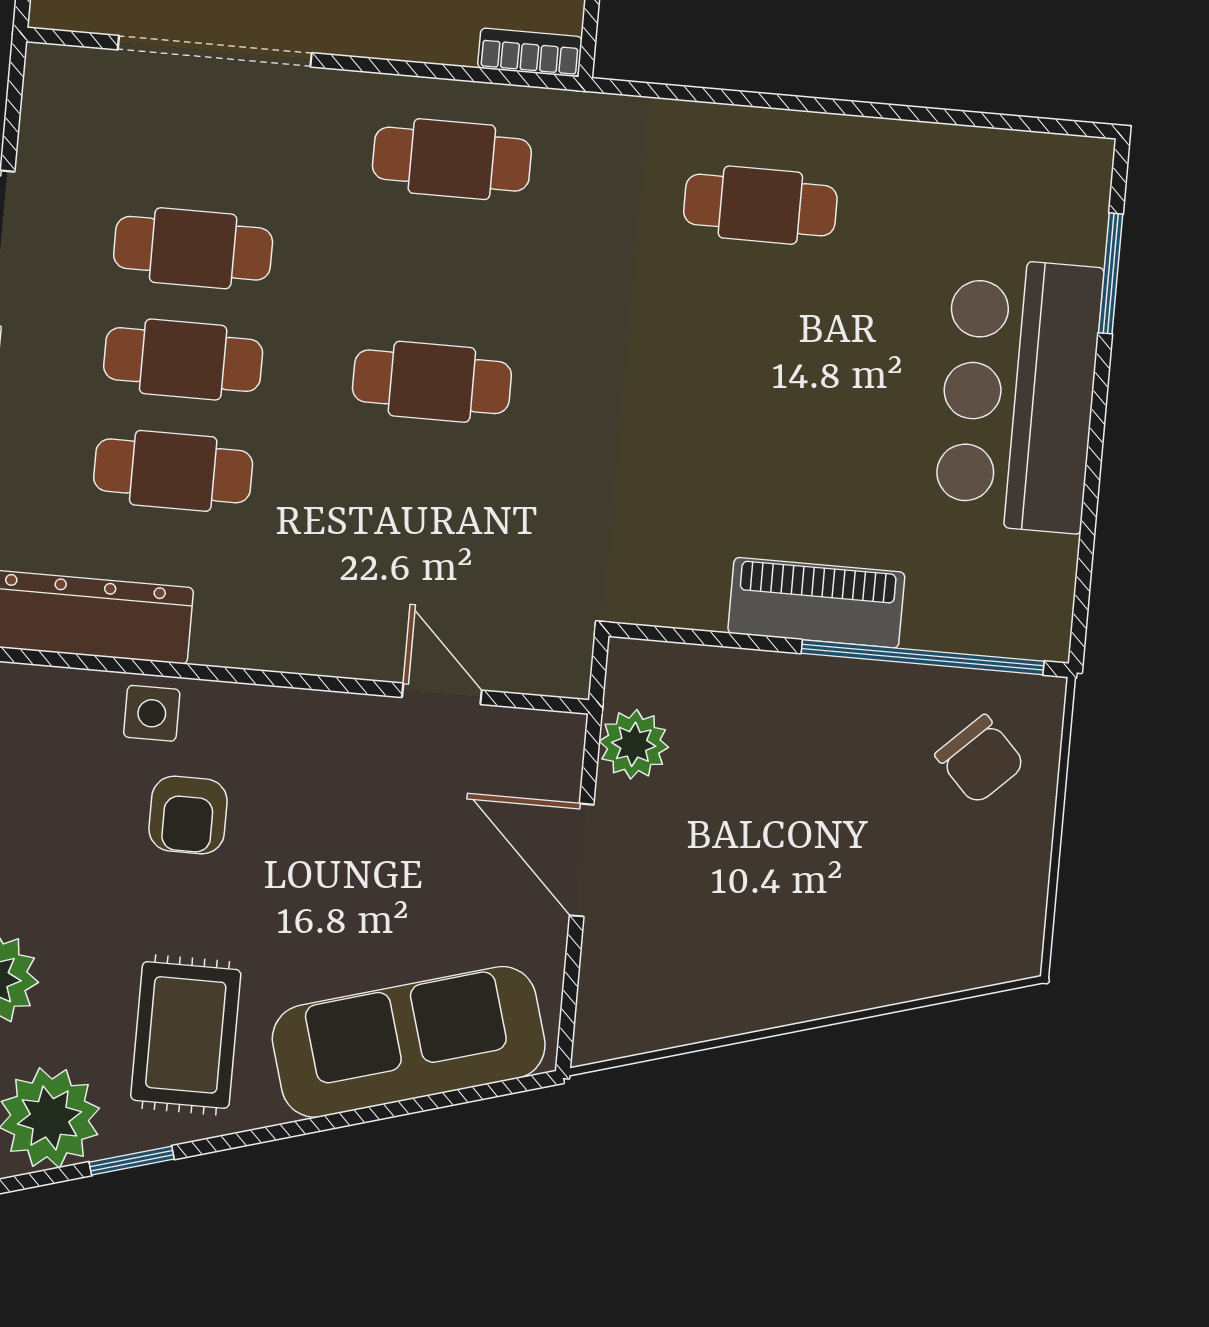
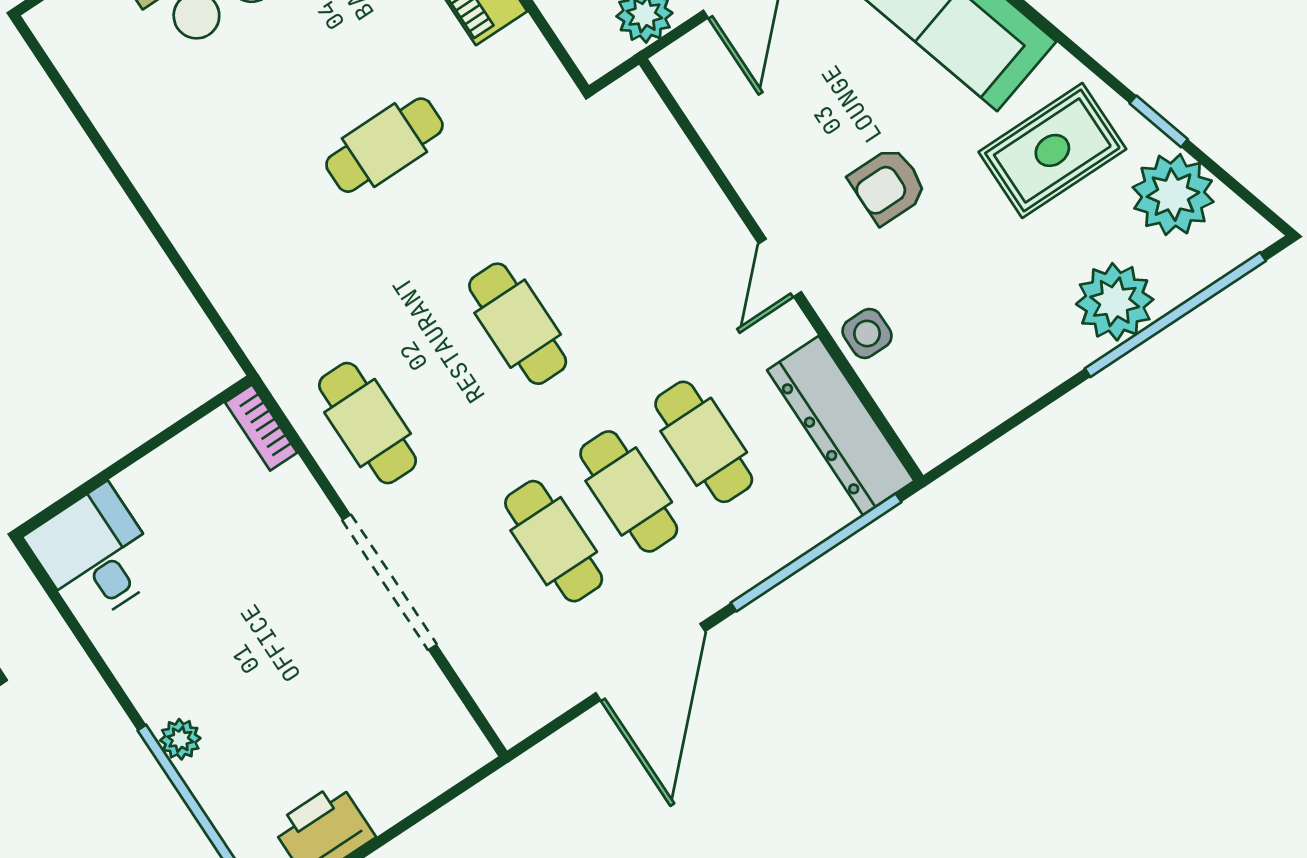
doorway: (215, 51) -> (389, 582), moved
cafe table: (760, 205) -> (384, 145), moved, turned 90
door: (442, 694) -> (780, 268), moved
armchair: (188, 815) -> (888, 186), moved, turned 180

